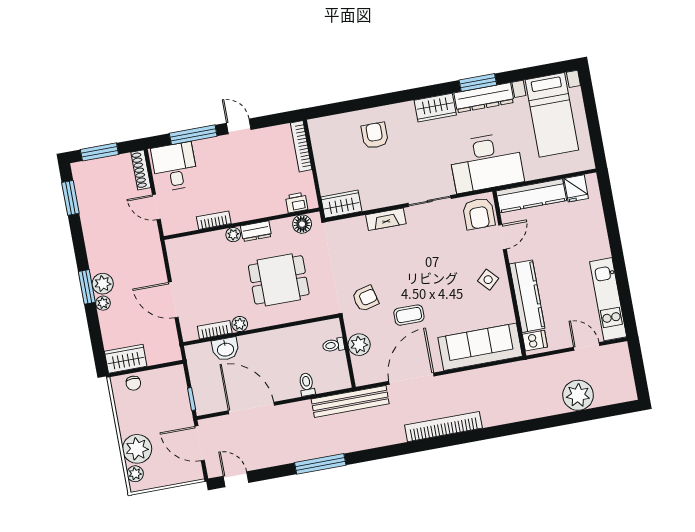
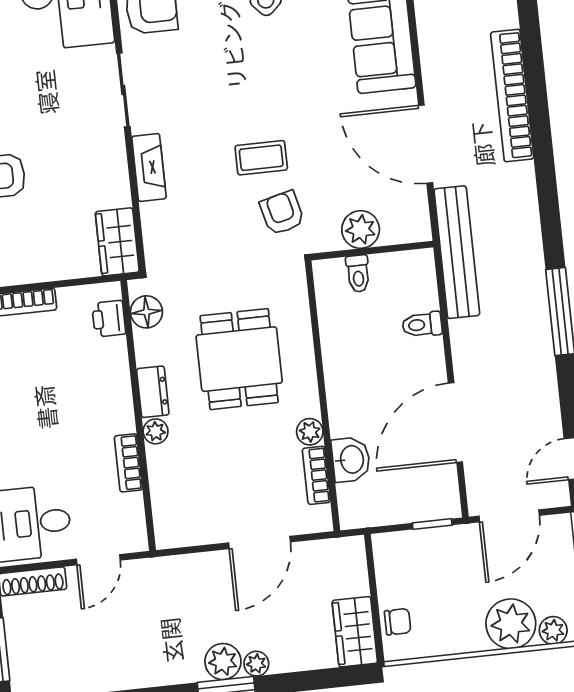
coffee table: (409, 315) -> (261, 158), moved, turned 90

